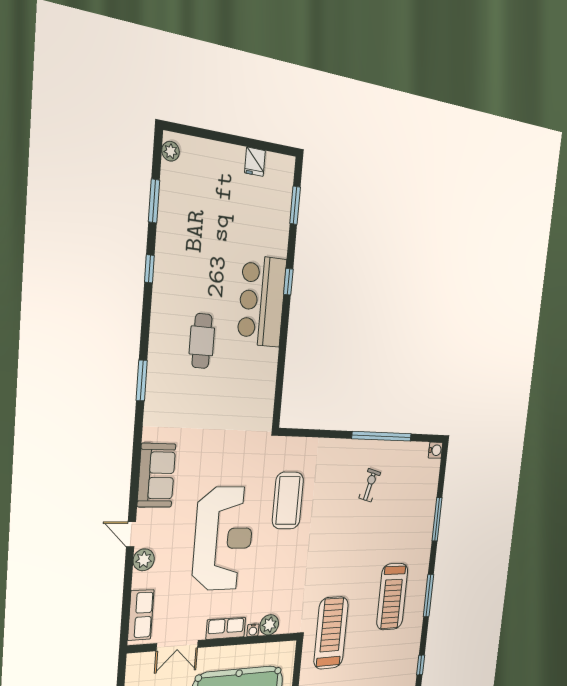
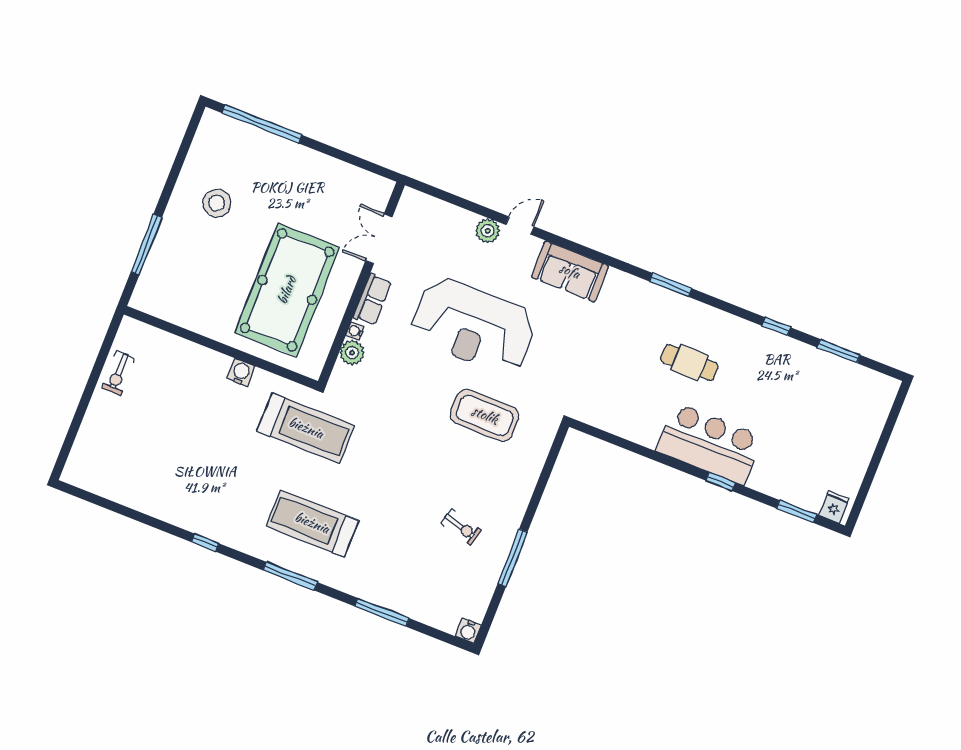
plant: (171, 151) -> (881, 383), removed
fridge: (255, 162) -> (834, 507), moved, turned 90
window: (382, 436) -> (513, 558), width x0.68
row of seats: (141, 615) -> (431, 210), removed

